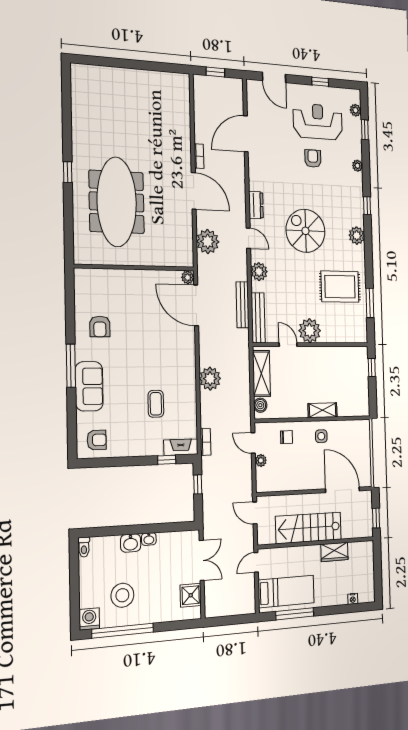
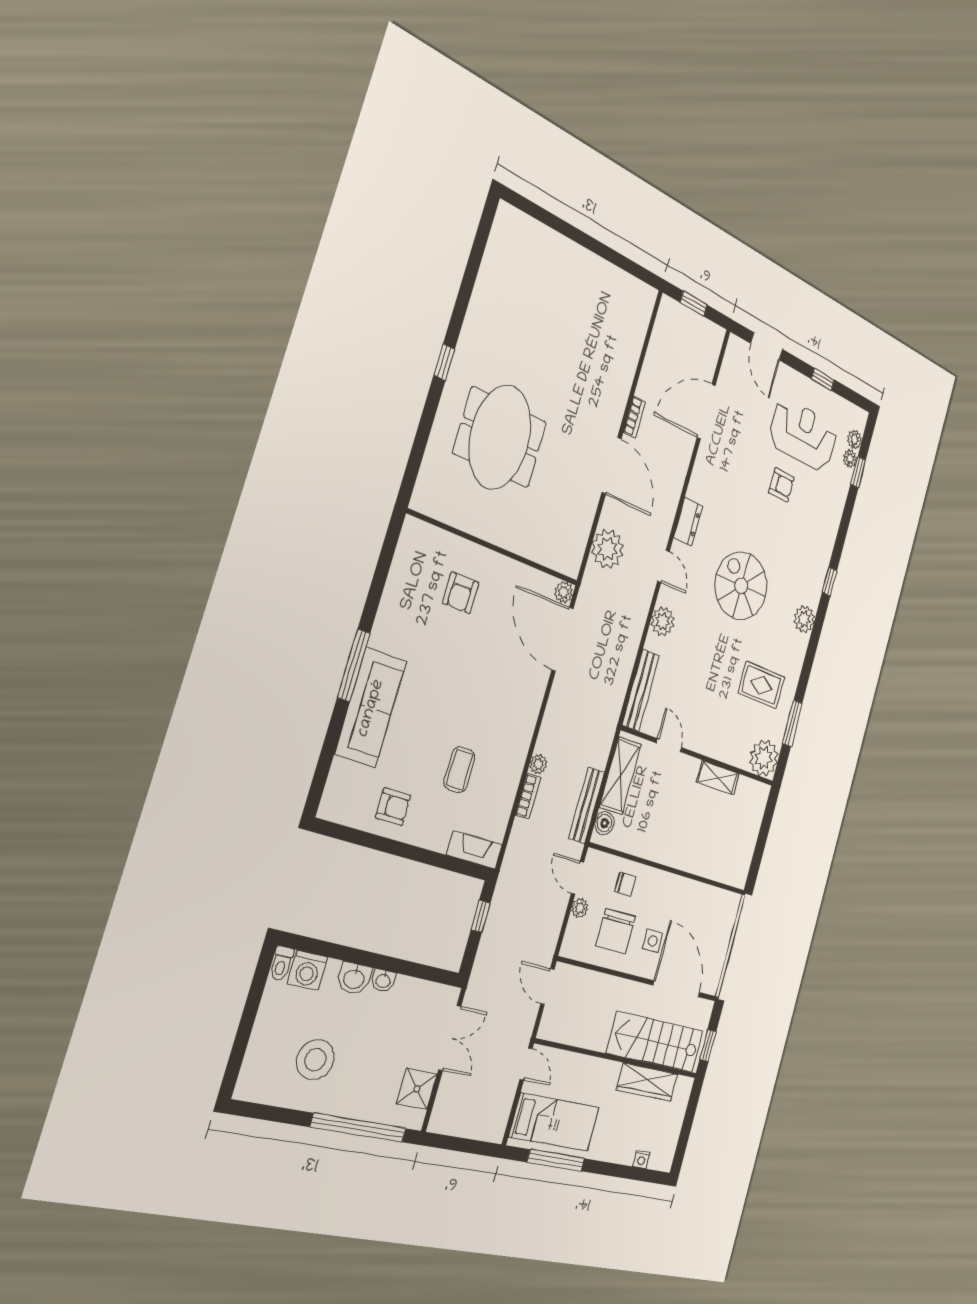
armchair: (313, 159) -> (781, 485), turned 90
plant: (357, 166) -> (850, 459), moved
meeting table: (117, 202) -> (500, 437), width x0.73
rug: (340, 287) -> (761, 685), width x0.73, depth x0.70
bench: (243, 305) -> (586, 805), moved
armchair: (100, 326) -> (461, 593), moved
plant: (310, 331) -> (764, 758), moved
window: (372, 368) -> (767, 819), removed
plant: (210, 379) -> (538, 764), width x0.53, depth x0.53
sofa: (89, 386) -> (371, 708), width x1.36
shelving: (323, 410) -> (718, 778), moved
side table: (321, 436) -> (653, 941), moved
armchair: (97, 440) -> (393, 807), moved
bookcase: (206, 442) -> (528, 796), moved
window: (167, 460) -> (448, 863), removed
chair: (289, 467) -> (616, 931), added
stairs: (309, 528) -> (655, 1042), moved
wardrobe: (335, 552) -> (647, 1082), width x1.50
door: (256, 562) -> (526, 1064), swing flipped
washing machine: (89, 619) -> (308, 970), moved, turned 180
window: (123, 631) -> (358, 1128), moved

